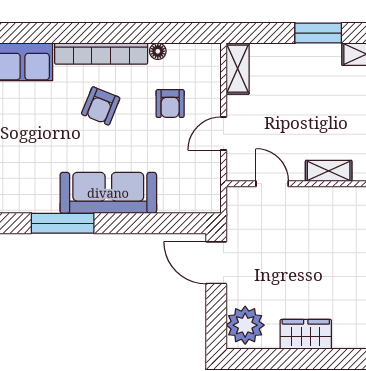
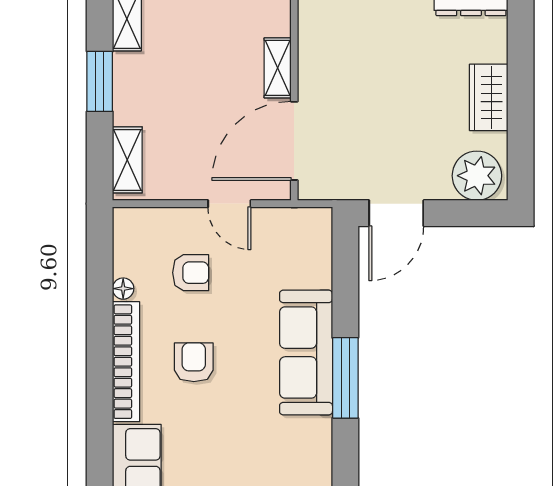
shelving: (238, 69) -> (127, 160), moved, turned 90
armchair: (101, 106) -> (194, 362), turned -112
door: (272, 184) -> (294, 141), width x1.87
window: (63, 223) -> (345, 378), moved

